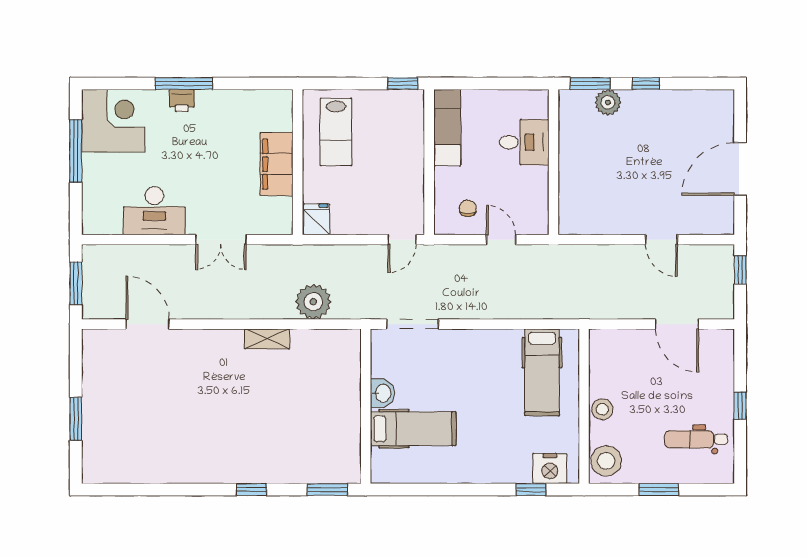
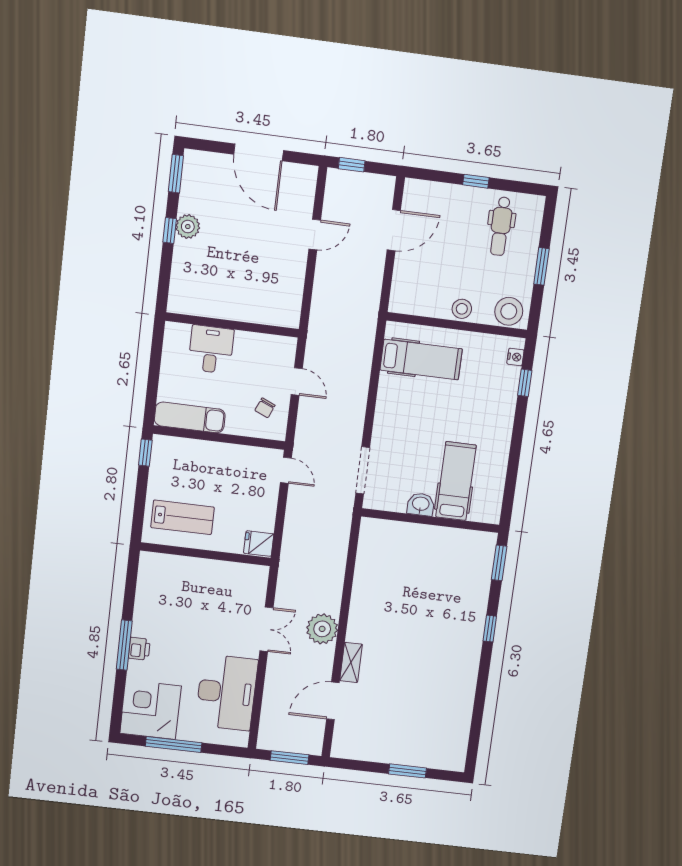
window: (590, 83) -> (176, 174), moved
plant: (608, 102) -> (188, 227), moved
filing cabinet: (277, 164) -> (205, 573), removed
chair: (468, 208) -> (265, 408), turned -67
desk: (154, 211) -> (226, 692), width x1.36, depth x1.30
door: (501, 240) -> (297, 381), swing flipped
plant: (313, 302) -> (322, 629), moved
shelving: (267, 339) -> (351, 662), moved
nightstand: (550, 469) -> (515, 357), width x0.53, depth x0.56

